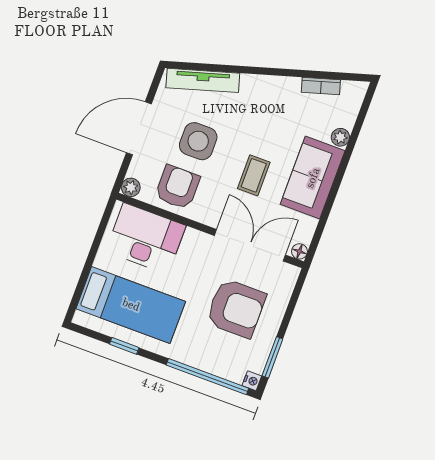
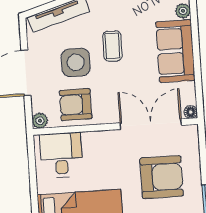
coffee table: (254, 175) -> (112, 46), moved
armchair: (178, 187) -> (76, 105), turned -90
desk: (146, 238) -> (61, 155), width x0.73

